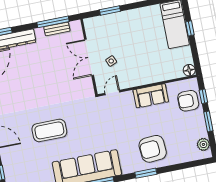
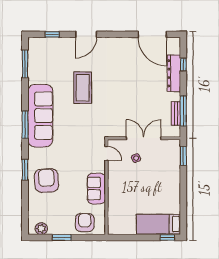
window: (110, 11) -> (183, 156), moved
window: (190, 28) -> (167, 237), moved
floor lamp: (189, 70) -> (113, 229), removed
window: (203, 96) -> (86, 237), removed

